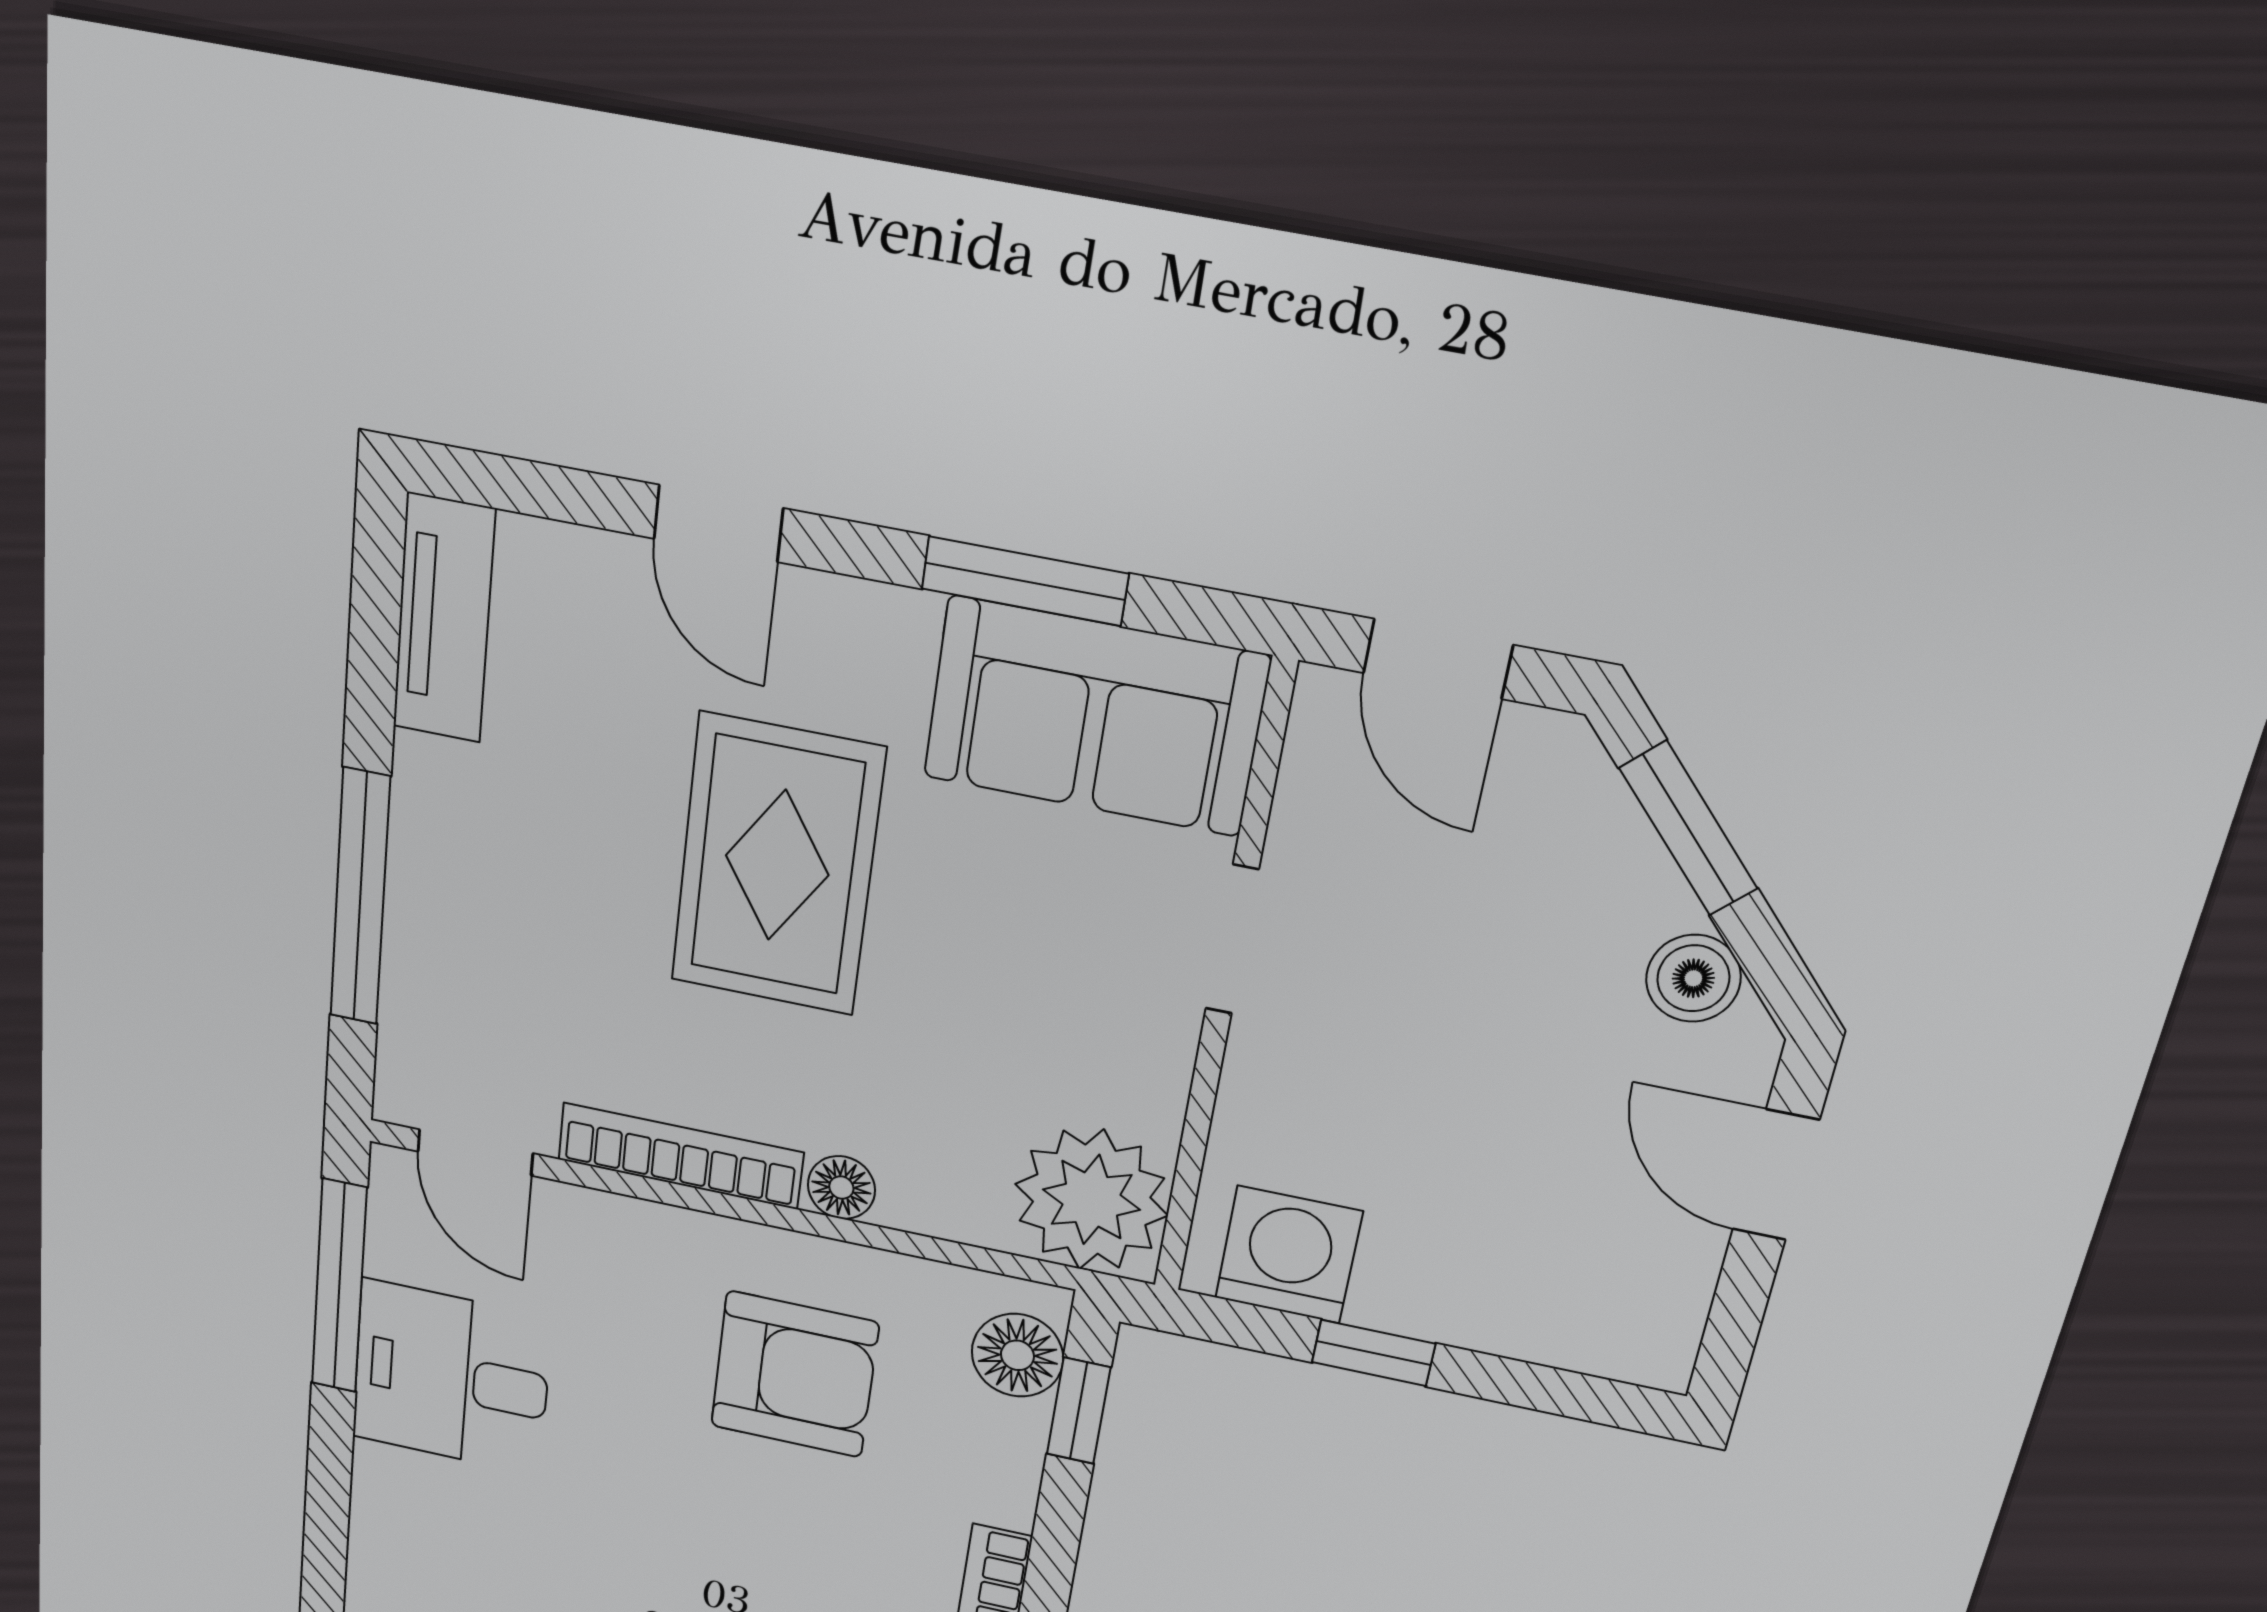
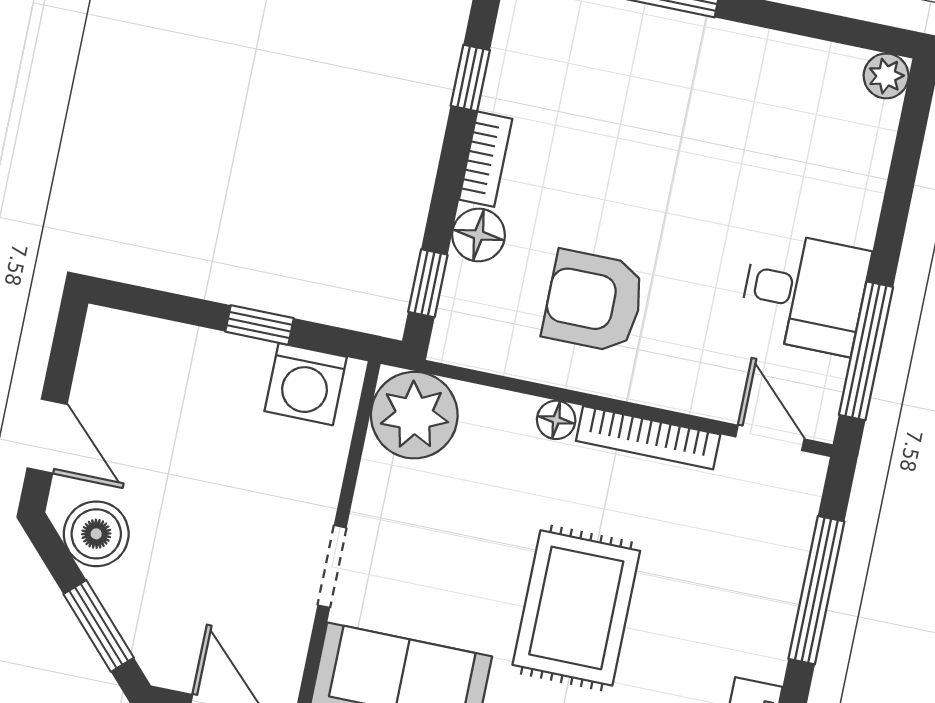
boiler: (1693, 978) -> (96, 534), width x1.36, depth x1.36
floor lamp: (1017, 1355) -> (479, 235), moved

